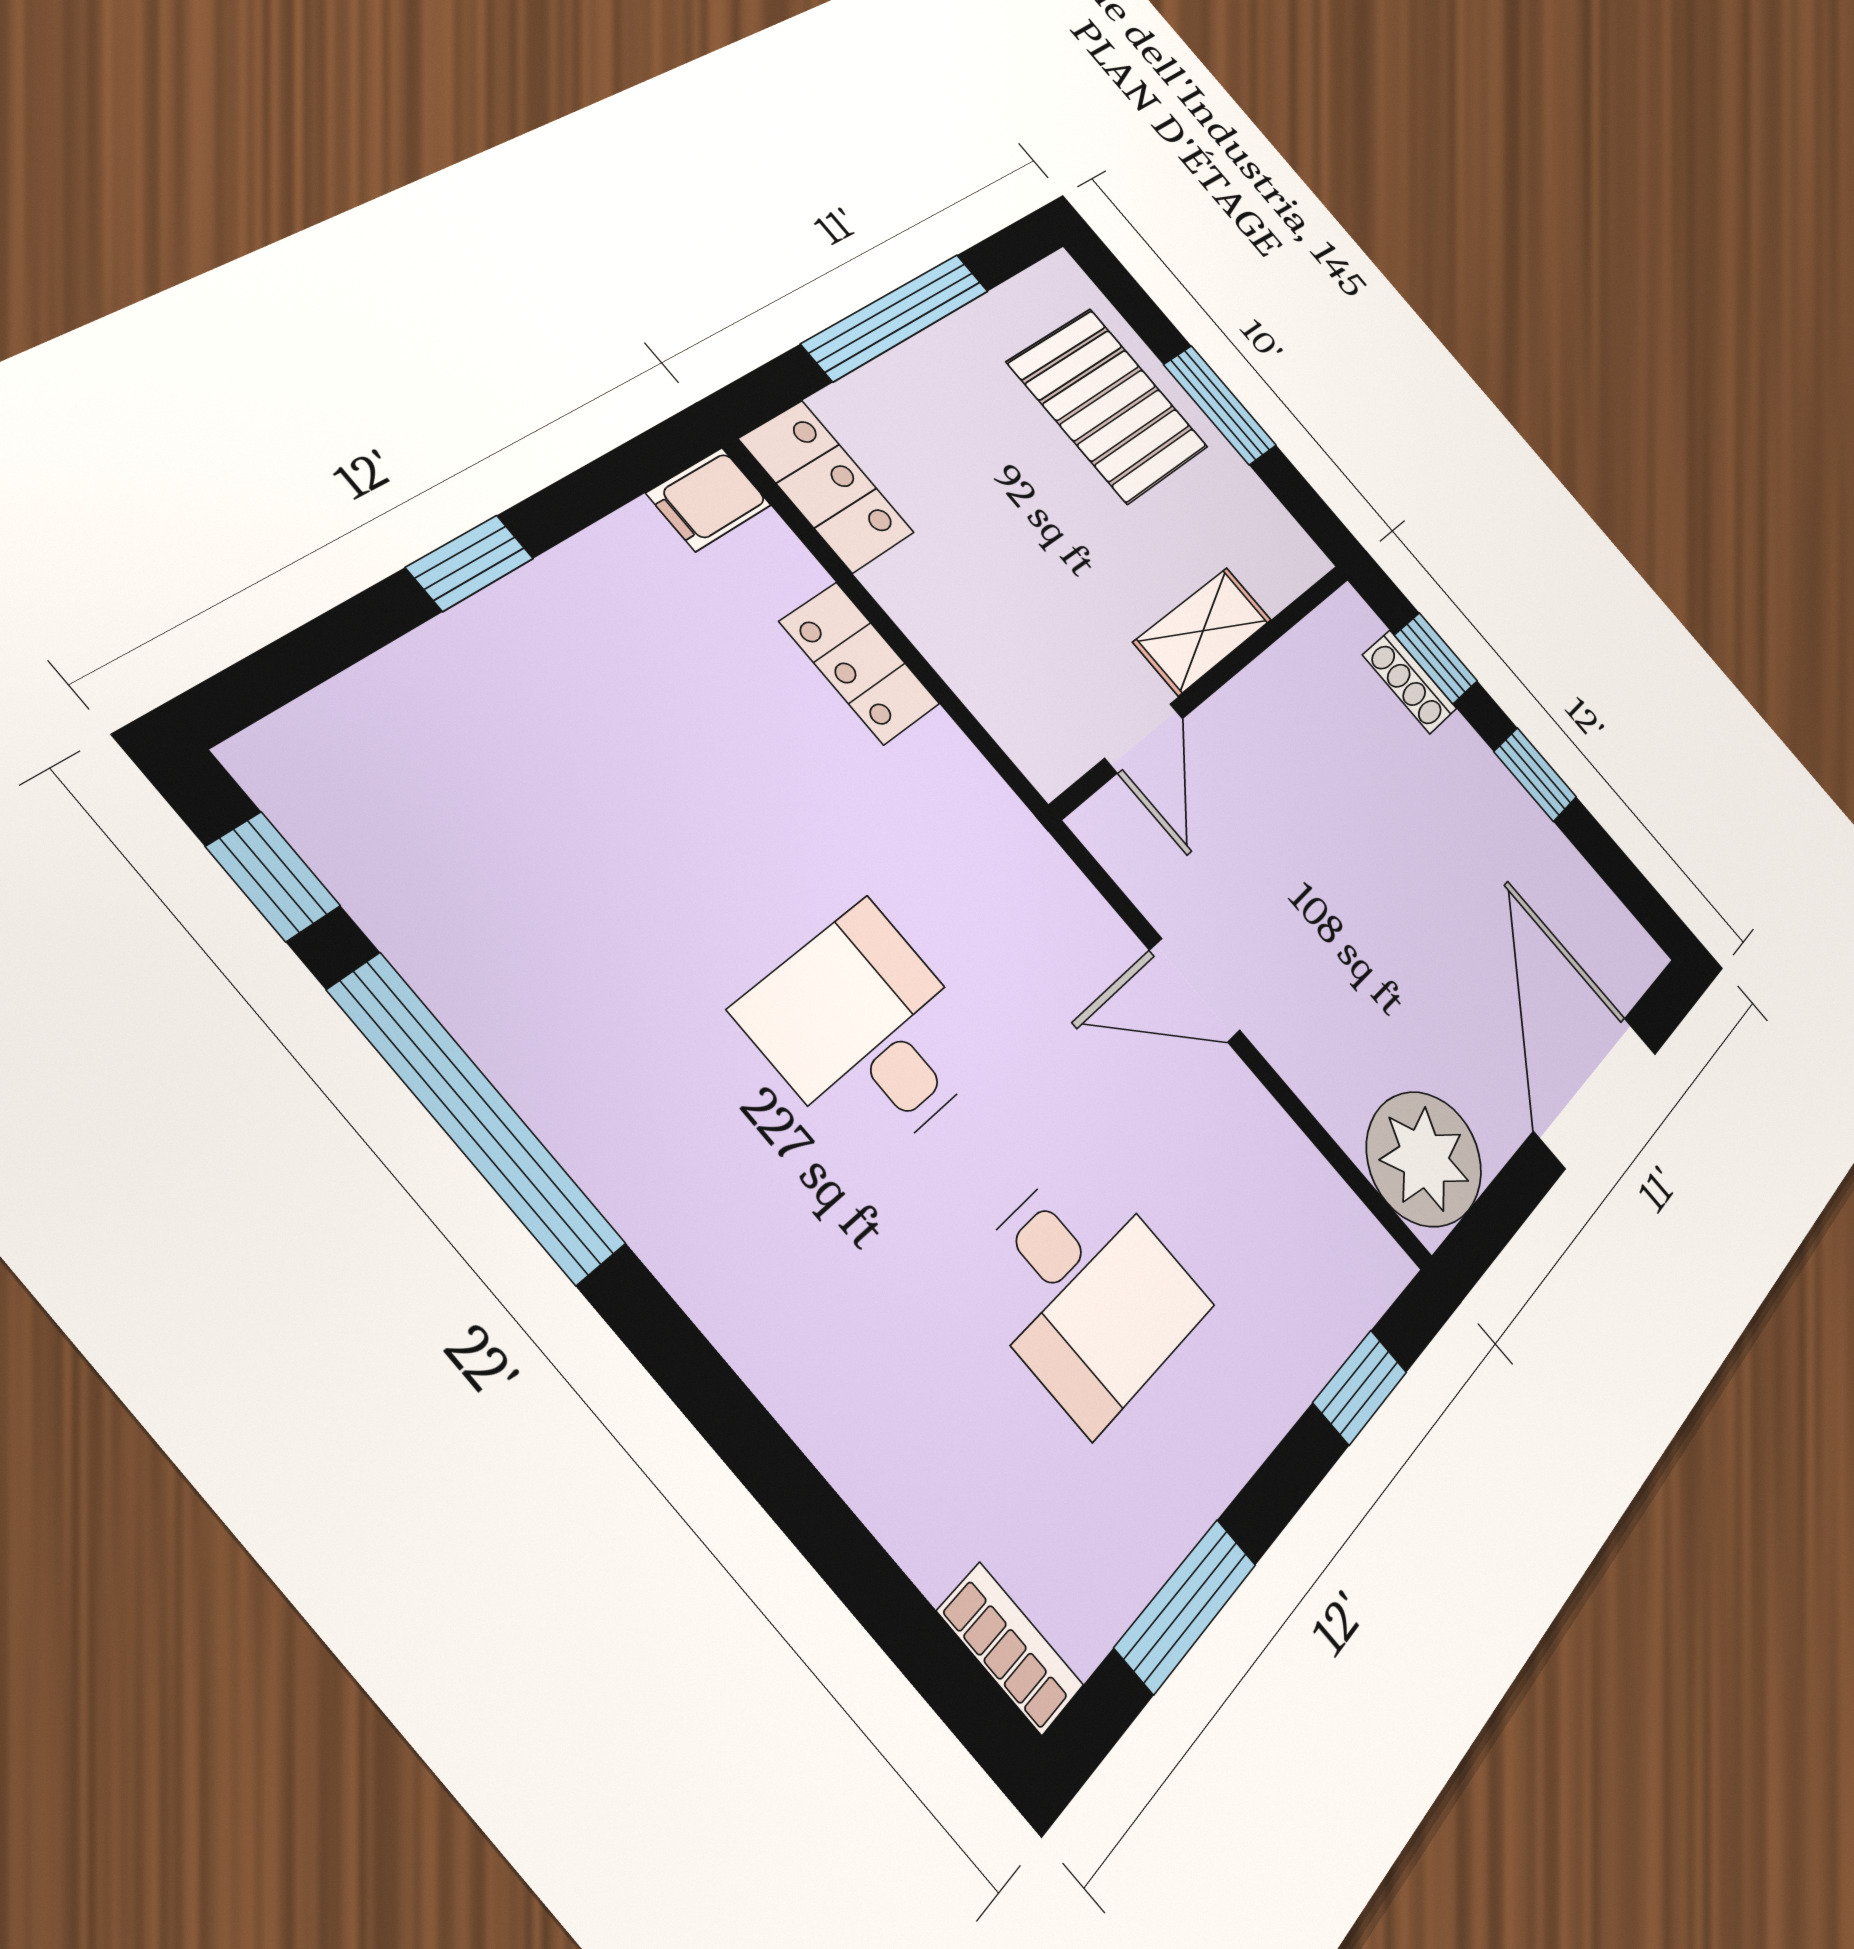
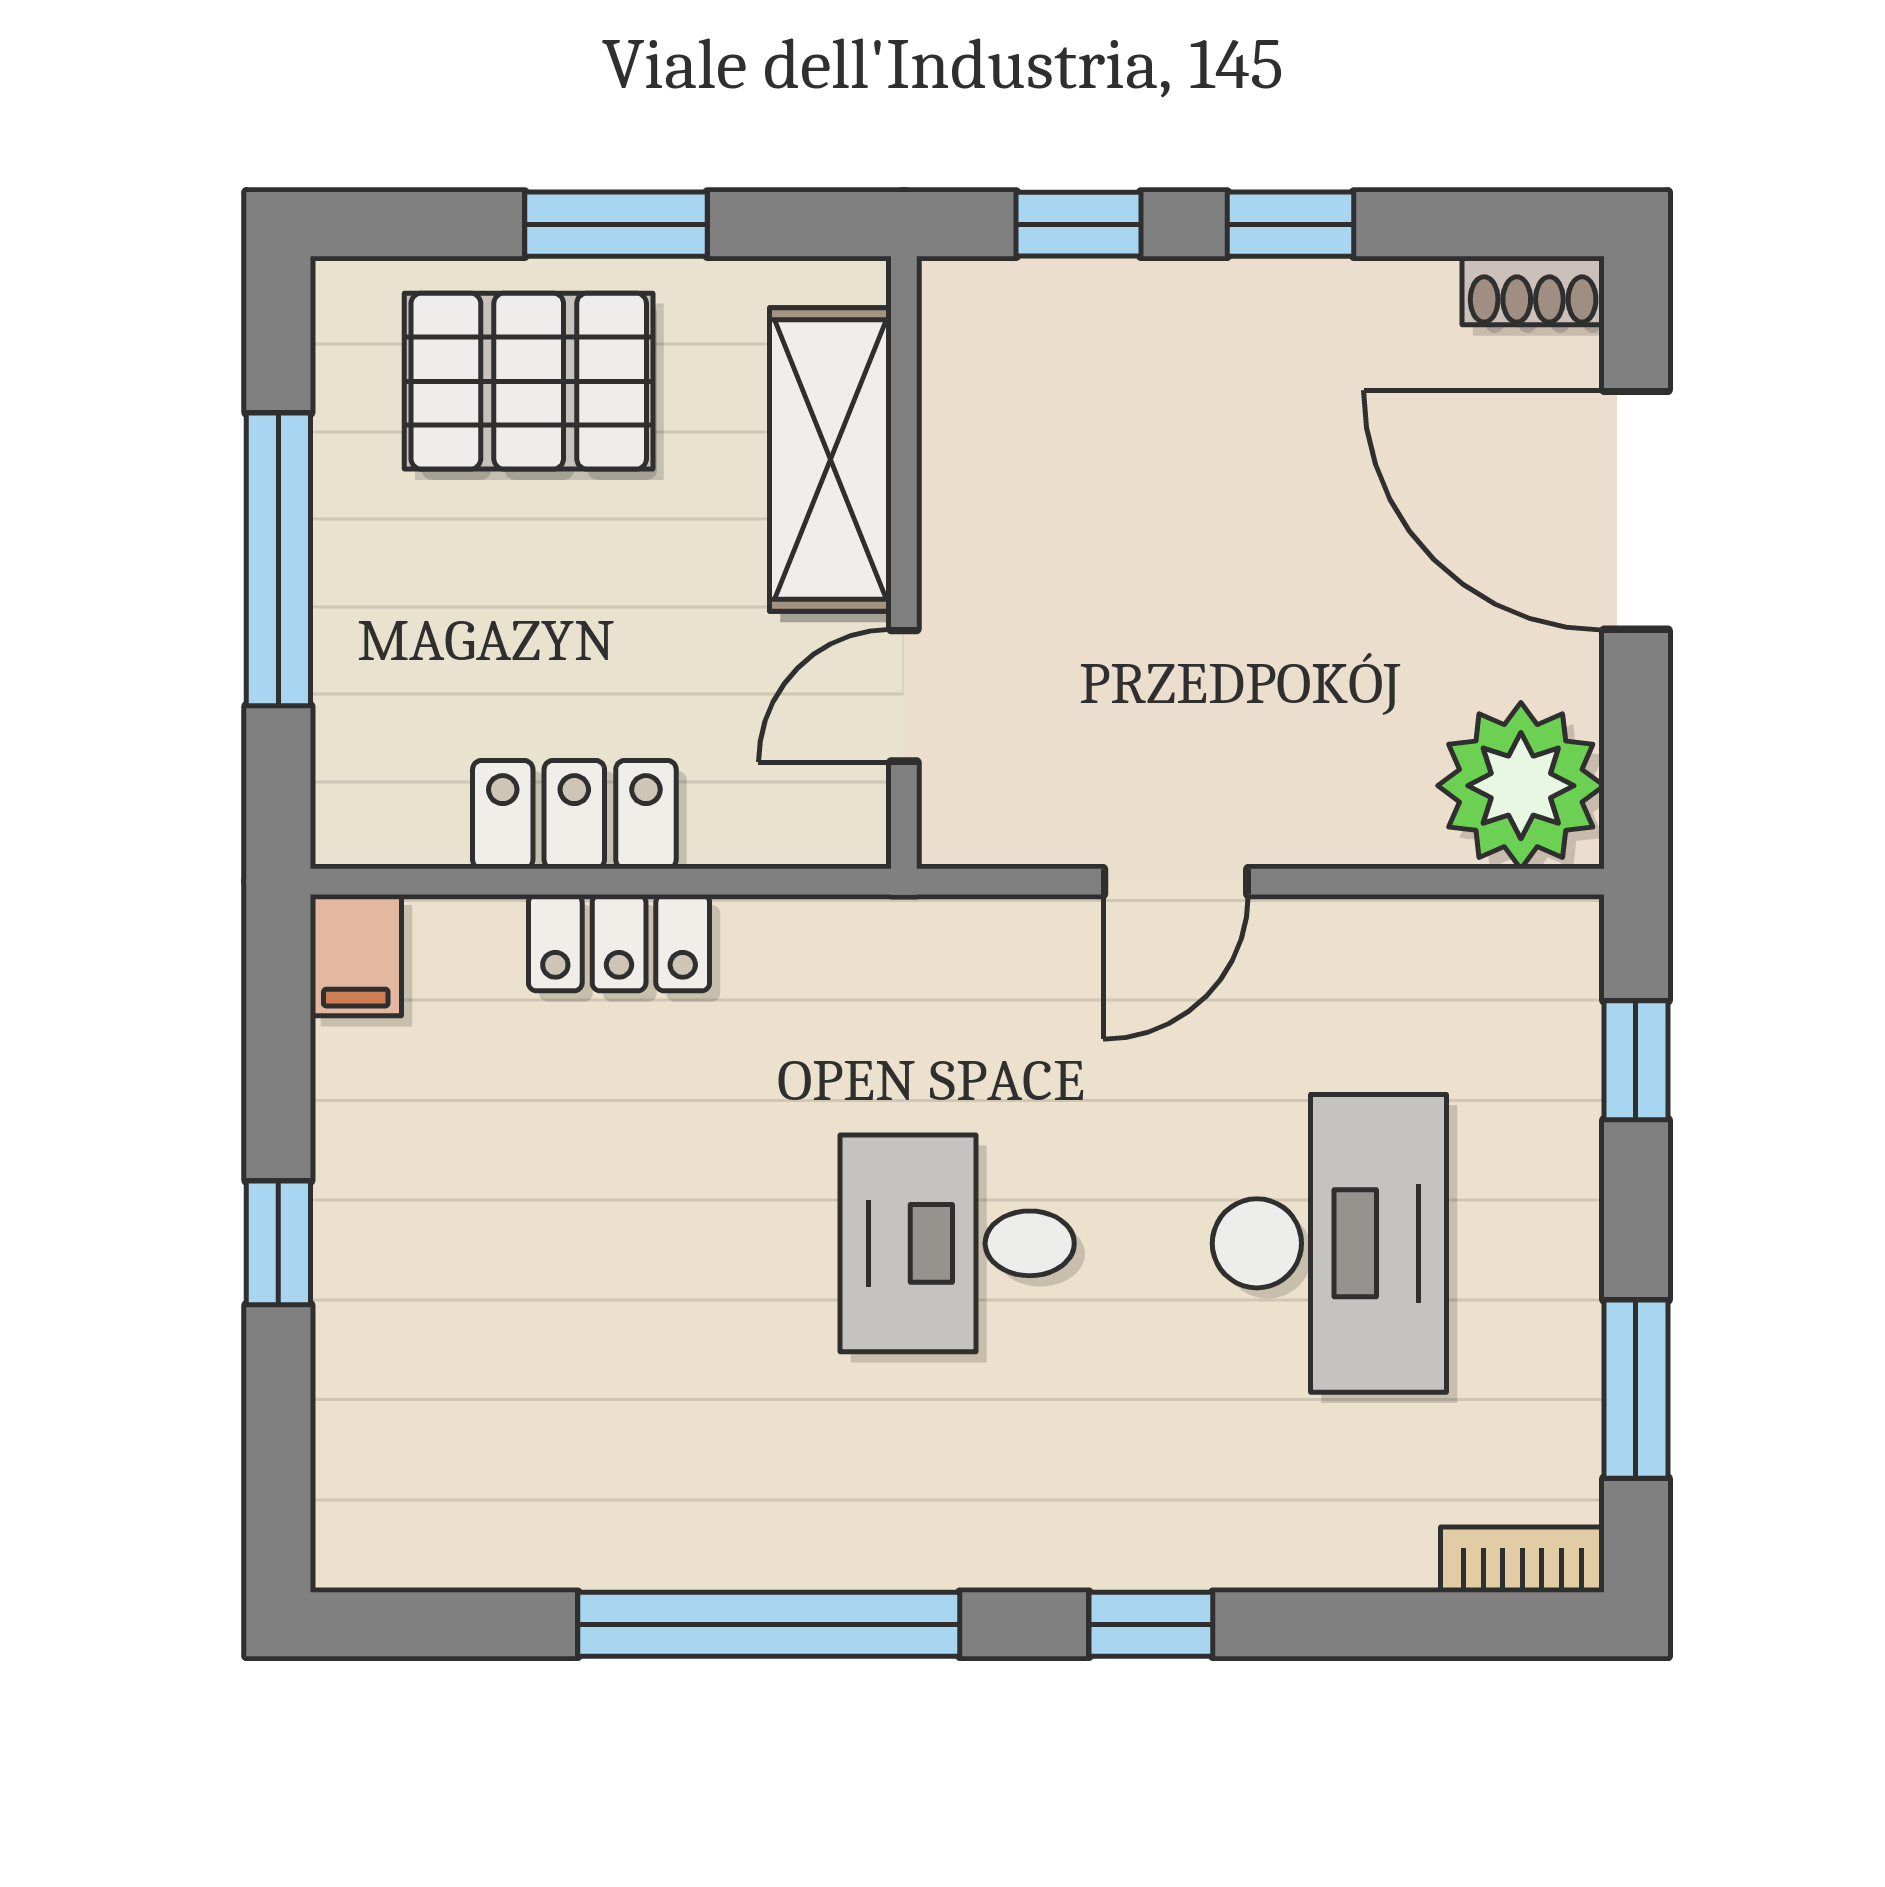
locker: (827, 486) -> (574, 815), moved
shelving: (1203, 631) -> (830, 460), width x1.50, depth x1.33
shoe rack: (1410, 682) -> (1533, 290), moved
door: (1144, 738) -> (904, 696), swing flipped
window: (273, 876) -> (1151, 1624), moved
desk: (1086, 1291) -> (1329, 1243), width x1.37

